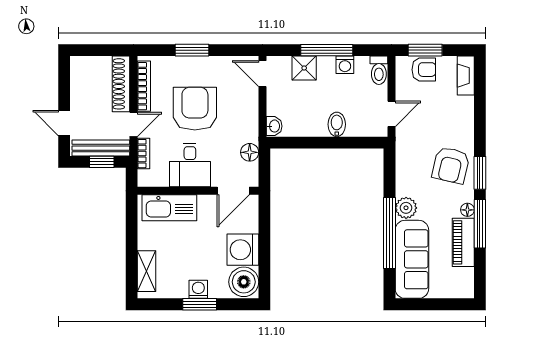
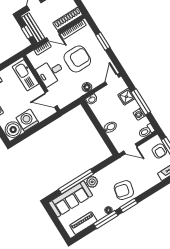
floor lamp: (250, 152) -> (87, 87), moved
piano: (463, 242) -> (83, 223), moved

